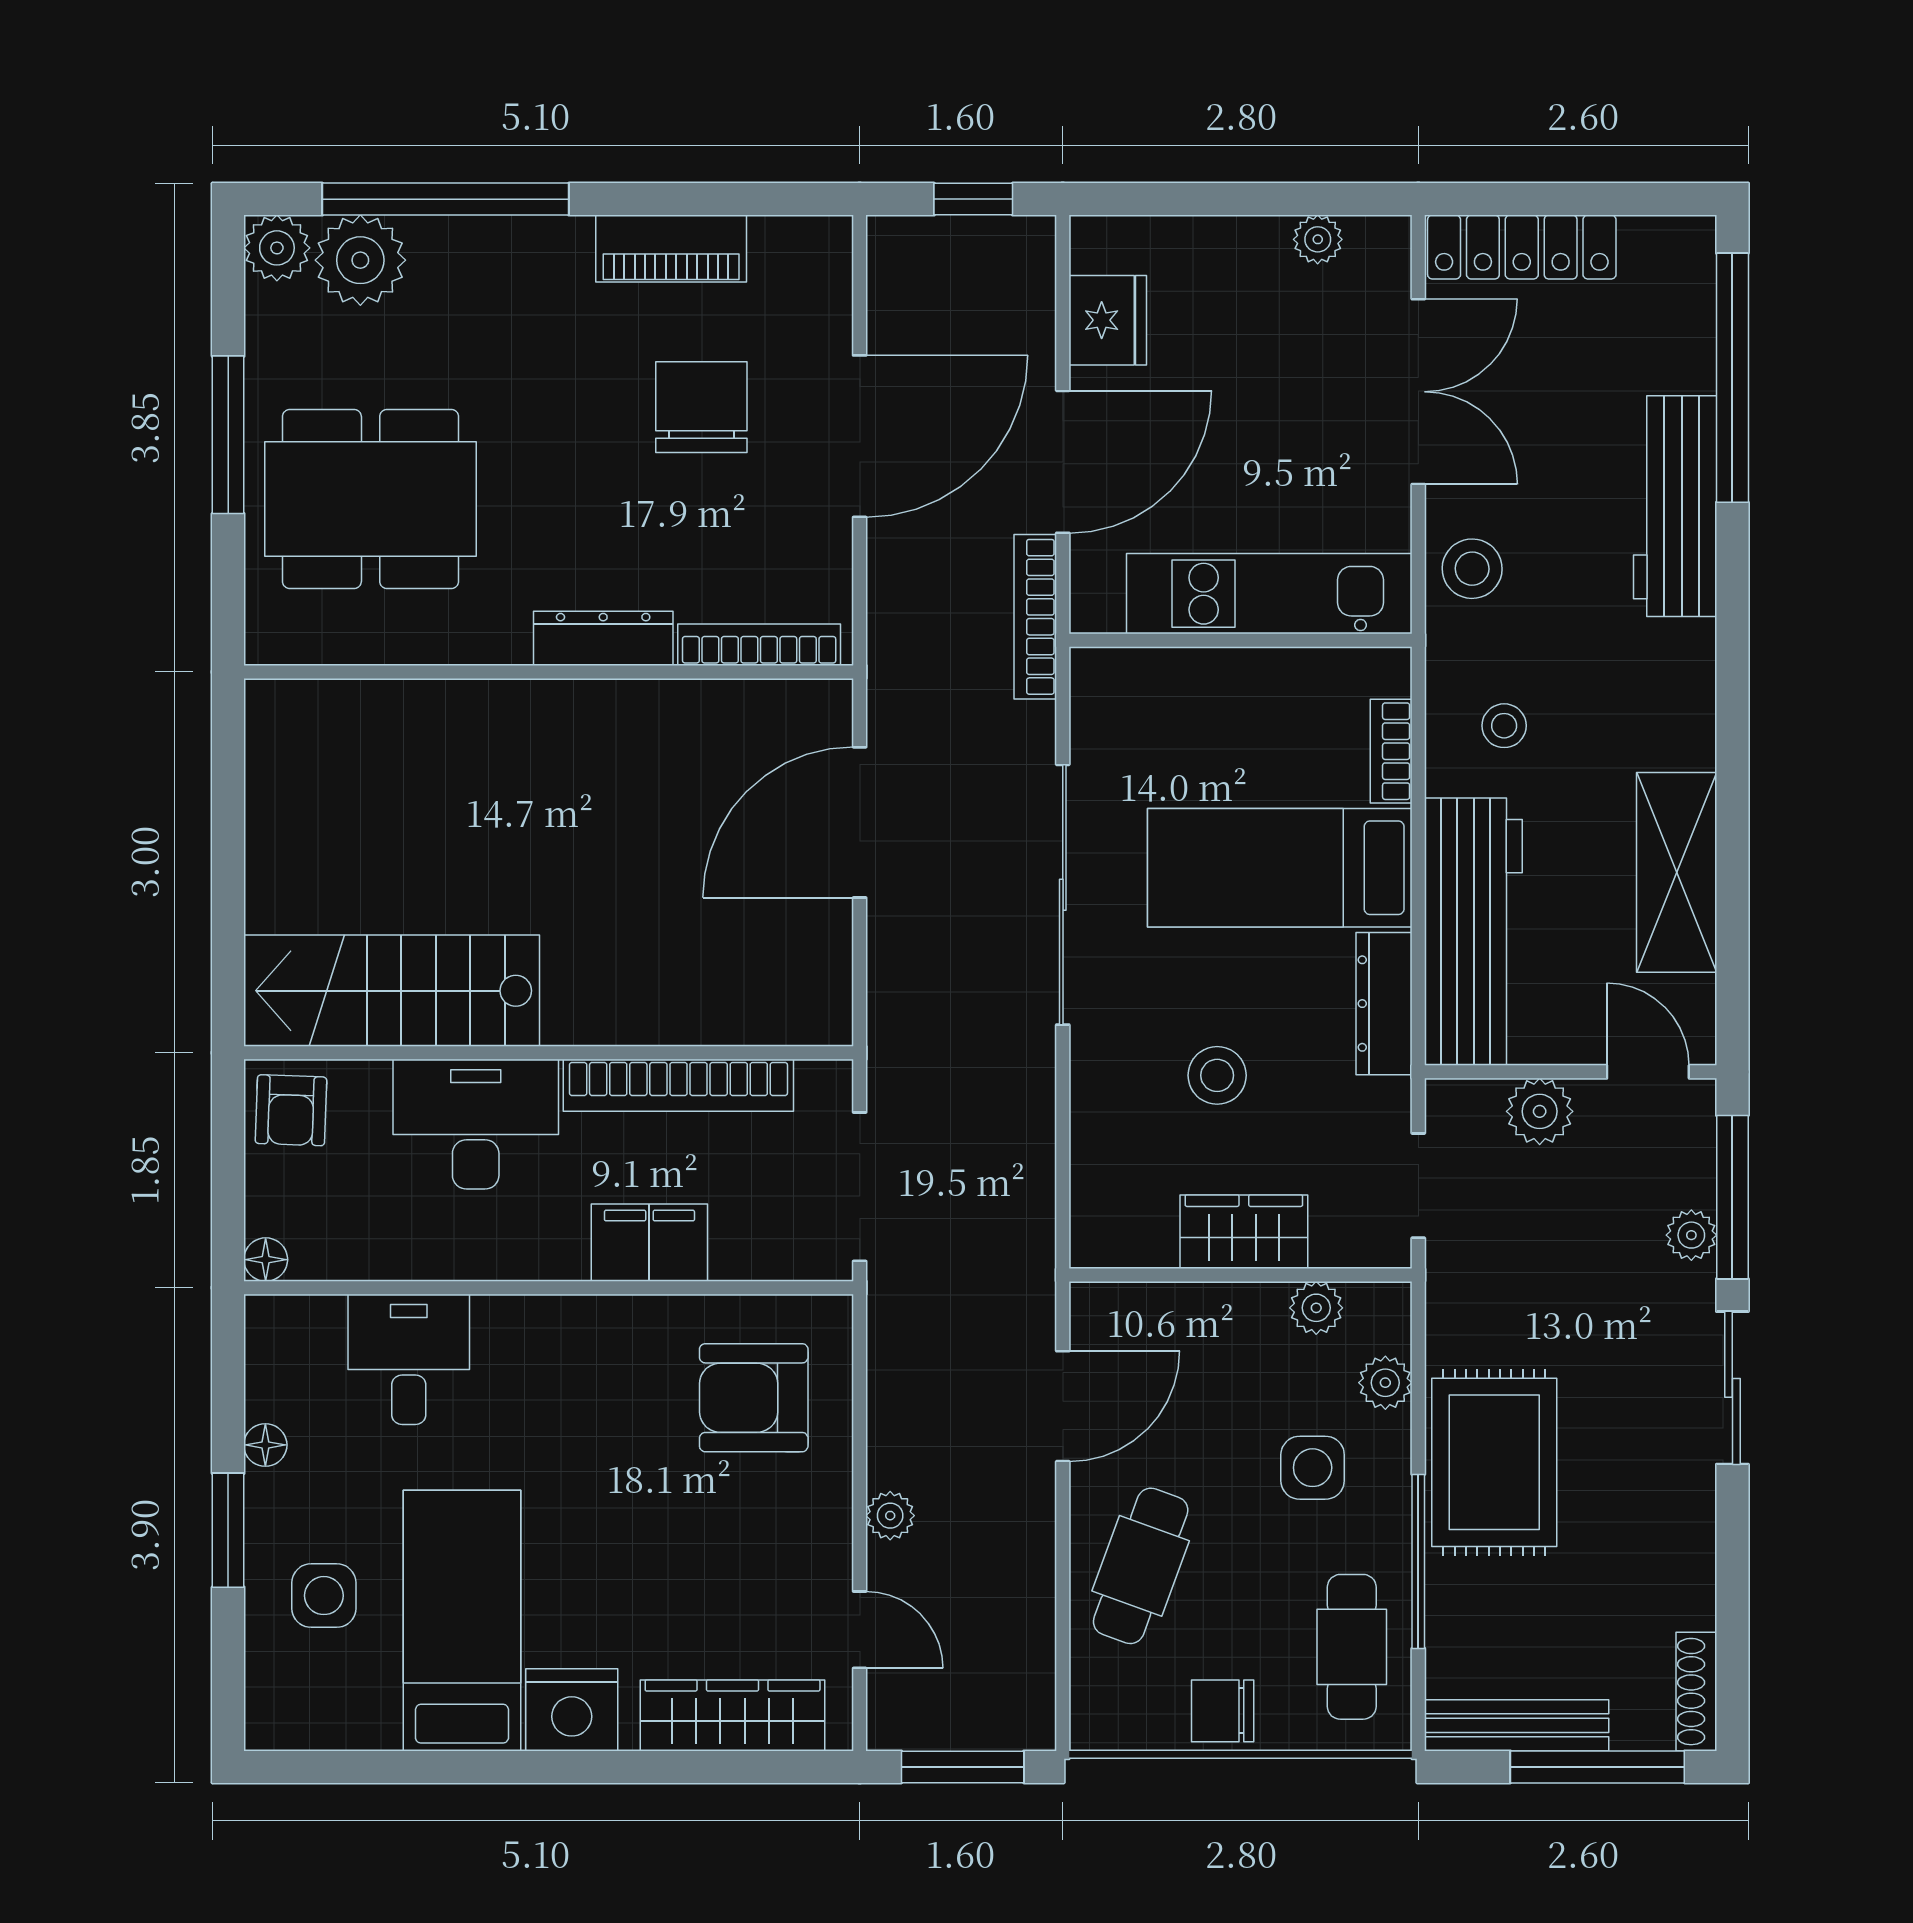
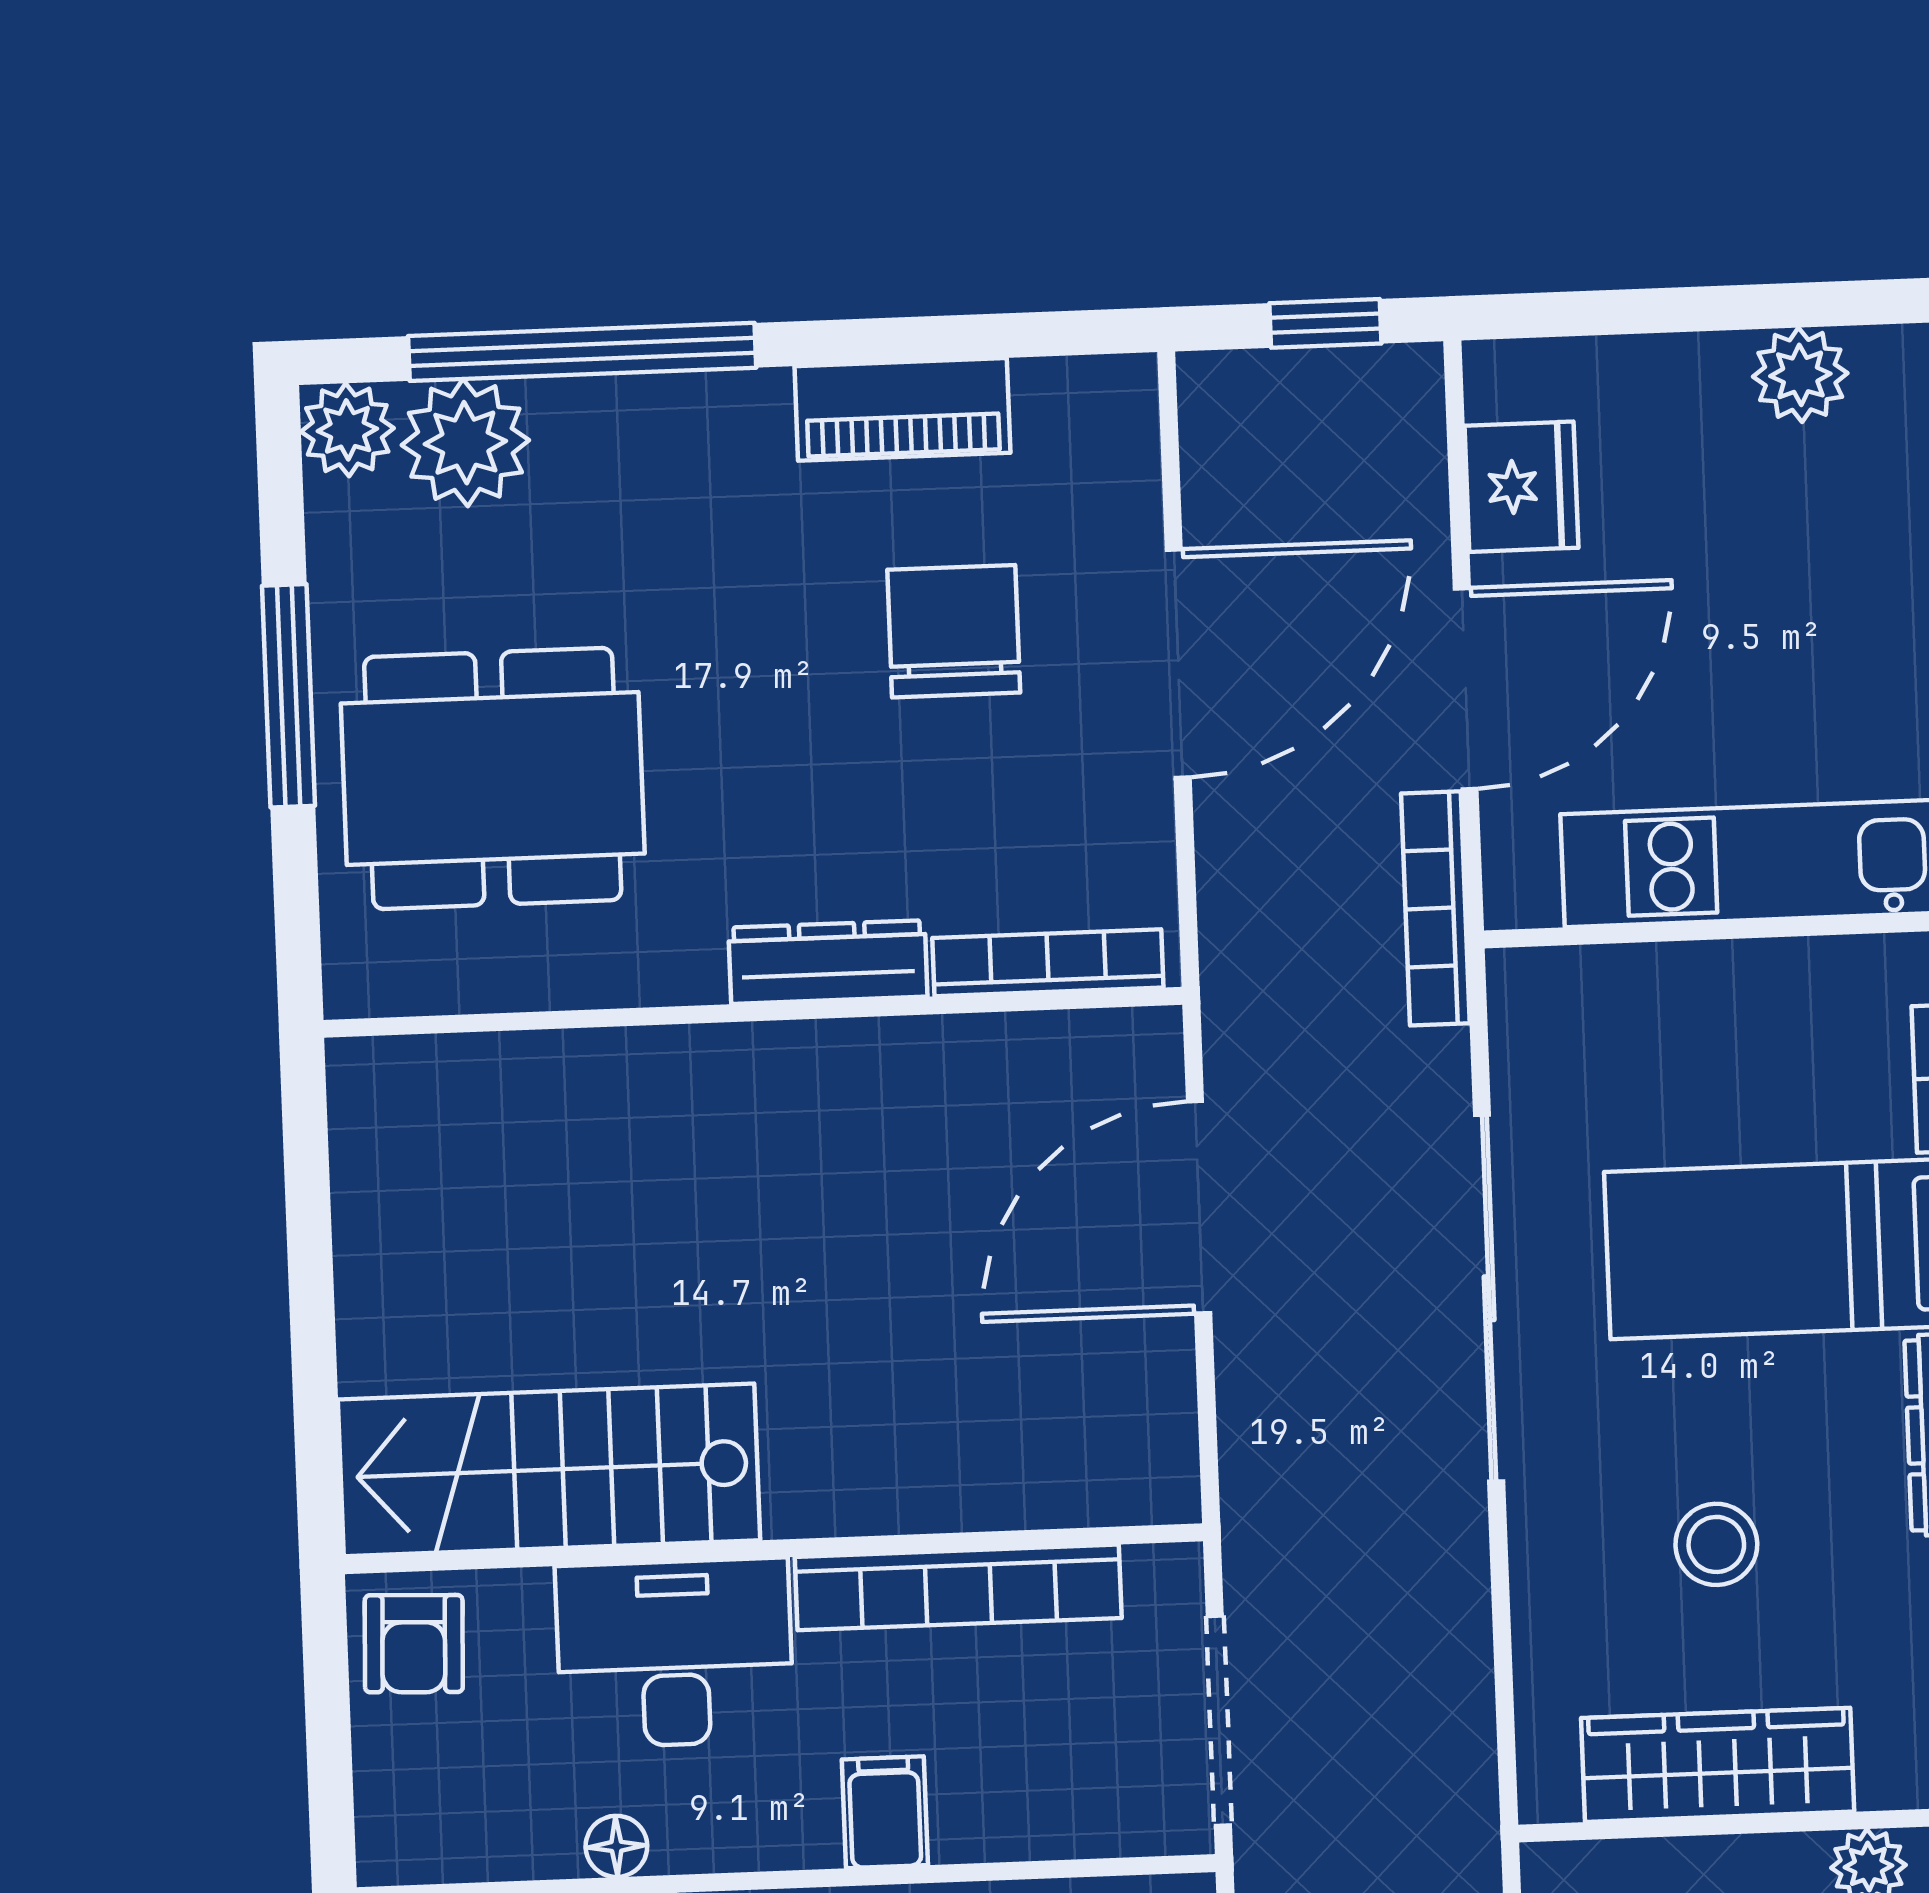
plant: (1318, 239) -> (1800, 375), width x1.38, depth x1.38
wardrobe: (1244, 1232) -> (1718, 1765), width x1.50
filing cabinet: (649, 1243) -> (885, 1812), width x0.50
floor lamp: (266, 1260) -> (616, 1846), moved

